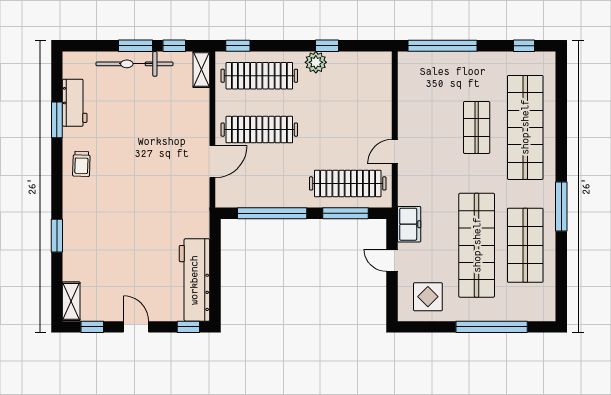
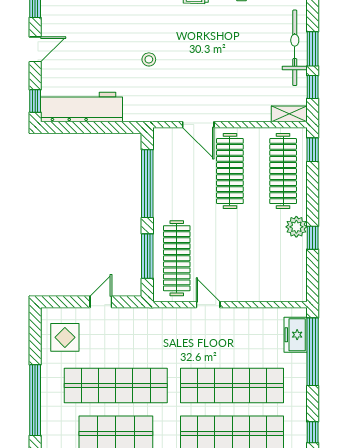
shop shelf: (477, 127) -> (232, 385), width x2.00, depth x1.36
stool: (146, 212) -> (149, 59), added
freezer: (409, 224) -> (296, 335), moved, turned 90

